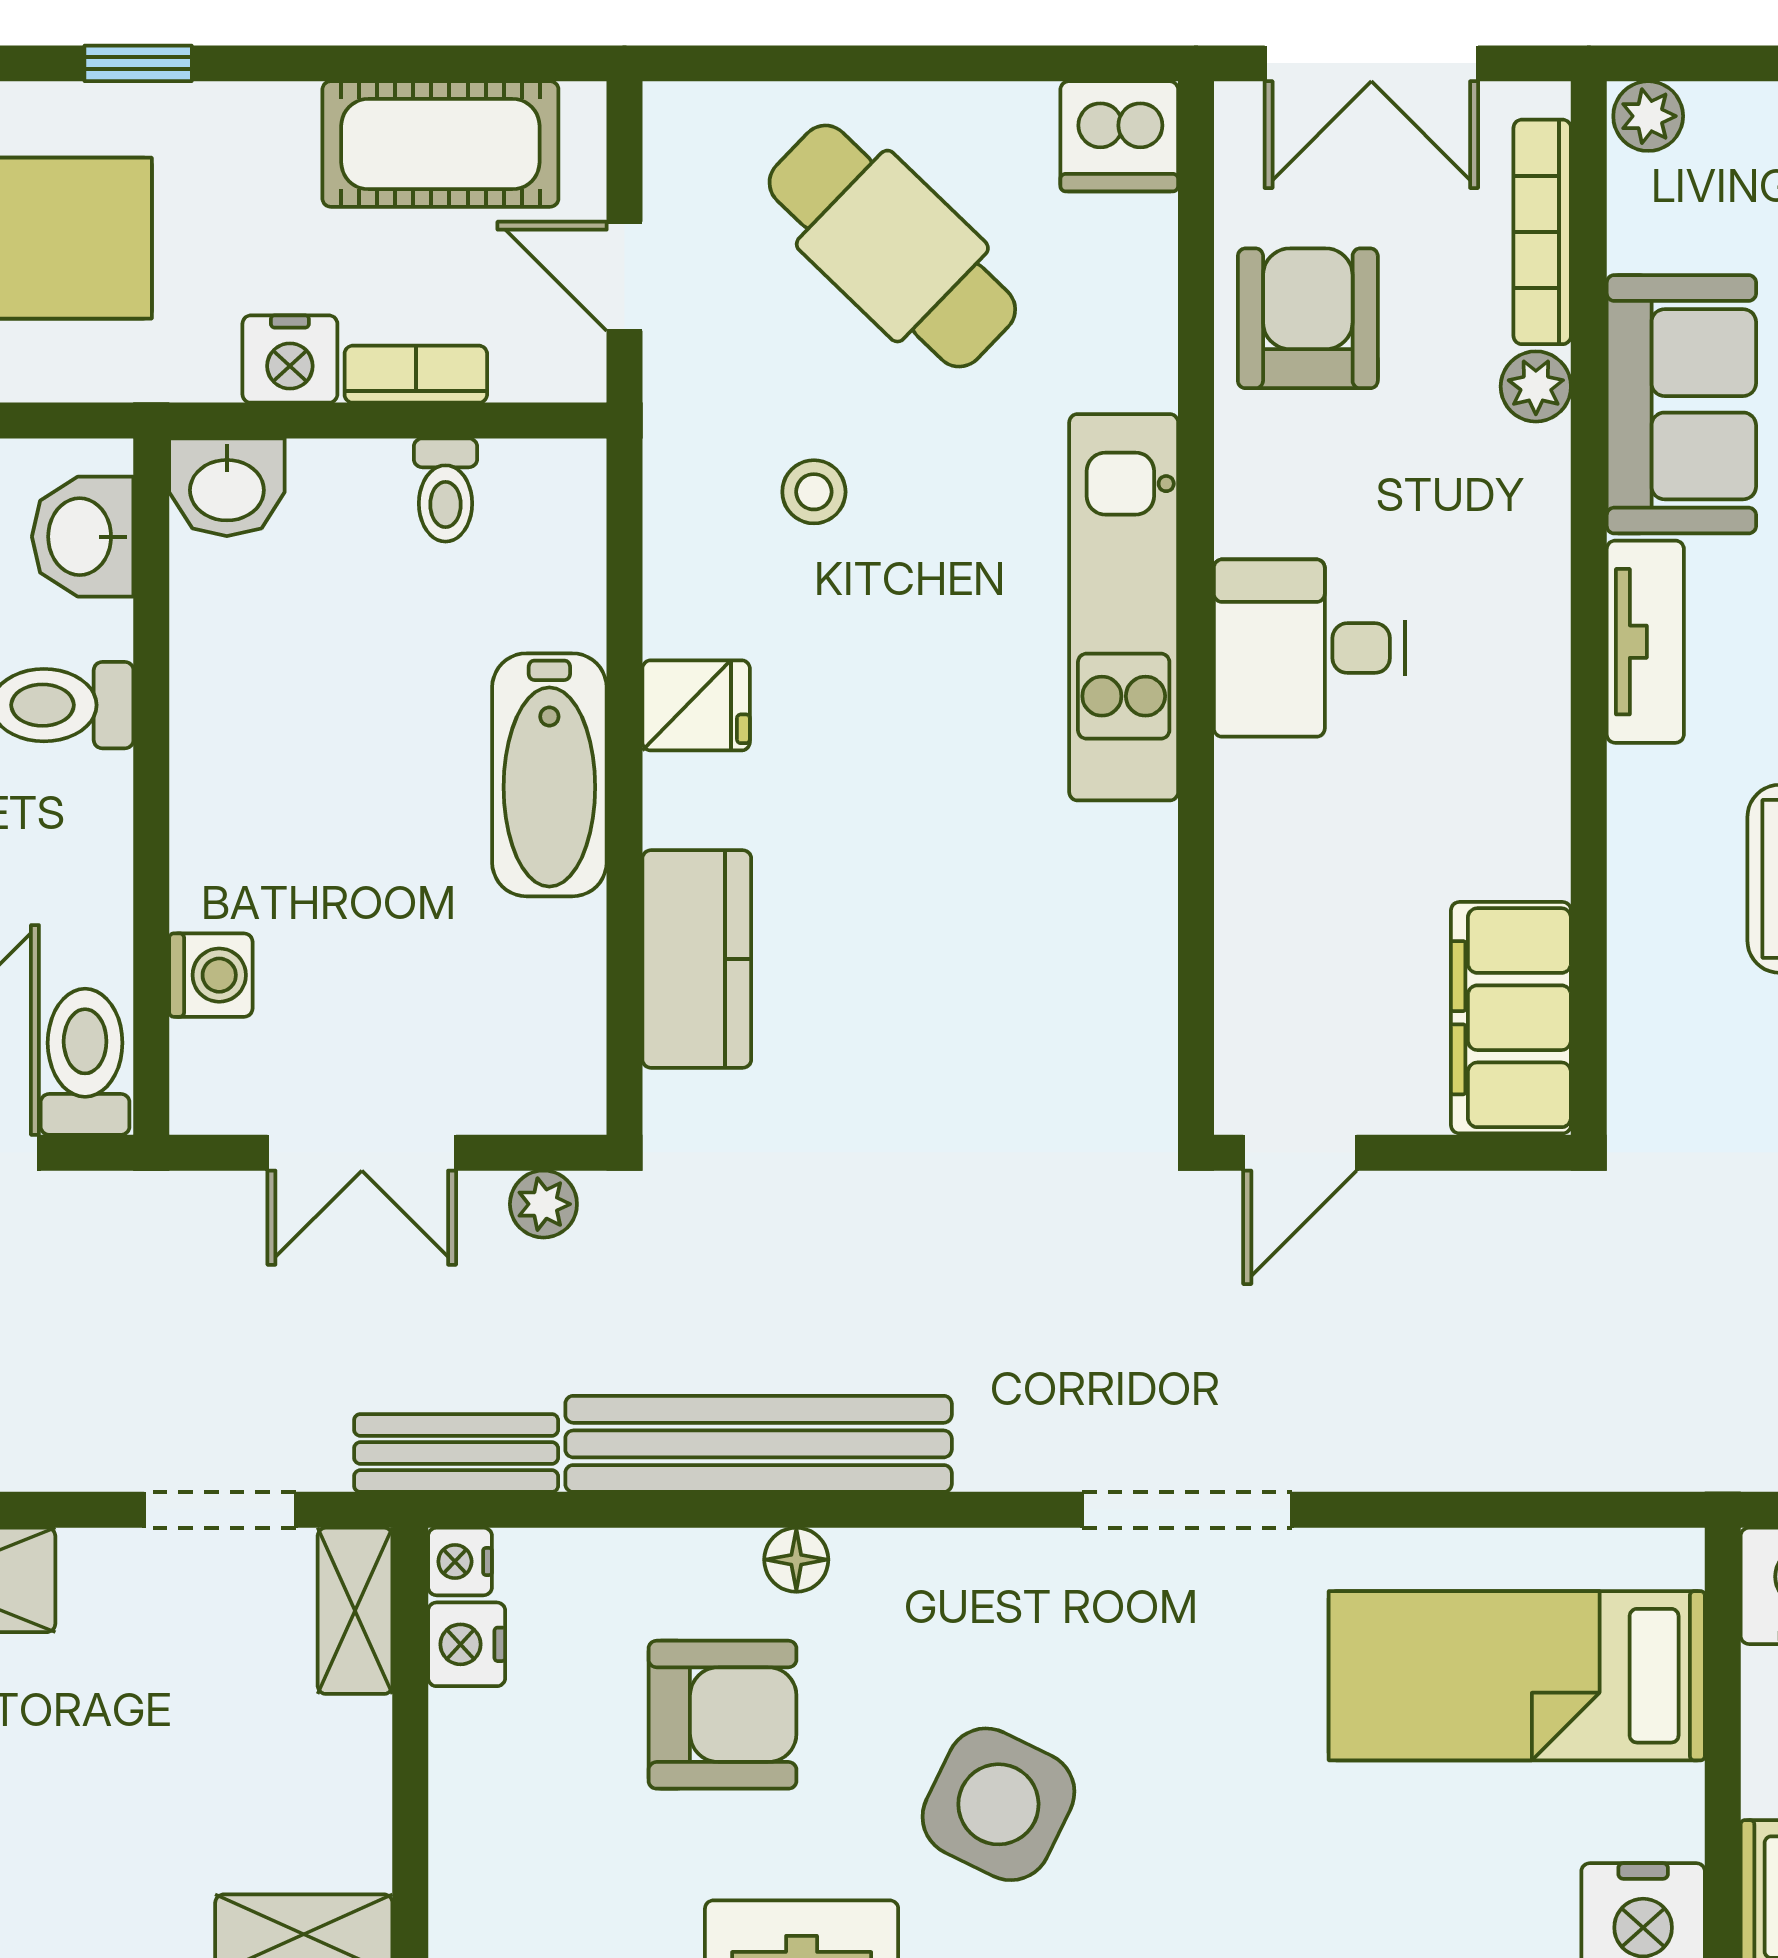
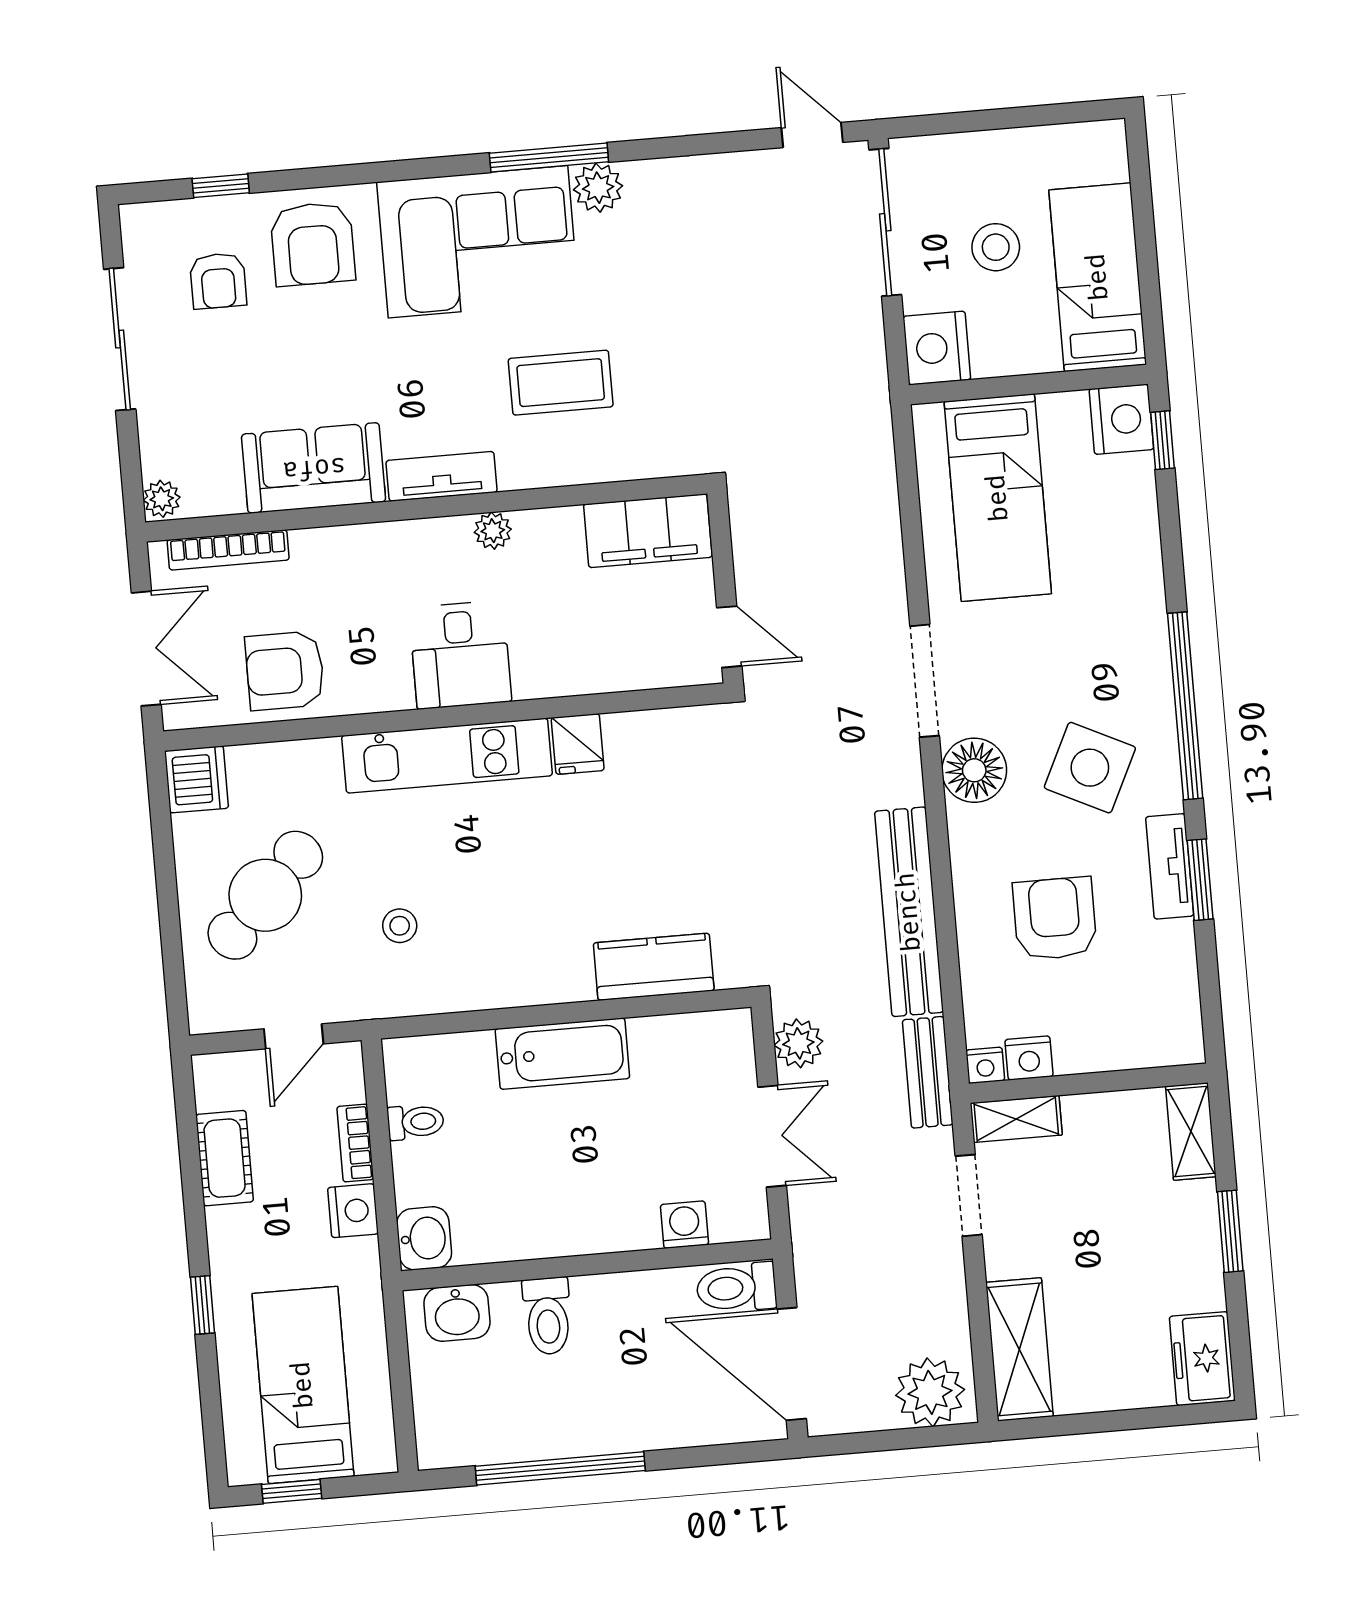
cot: (440, 144) -> (225, 1158), width x0.73, depth x0.75
plant: (1536, 386) -> (493, 531), moved
fridge: (696, 705) -> (578, 744), moved, turned 180
plant: (543, 1204) -> (798, 1043), width x1.38, depth x1.38
floor lamp: (796, 1560) -> (974, 770), moved, width x1.89, depth x1.89

